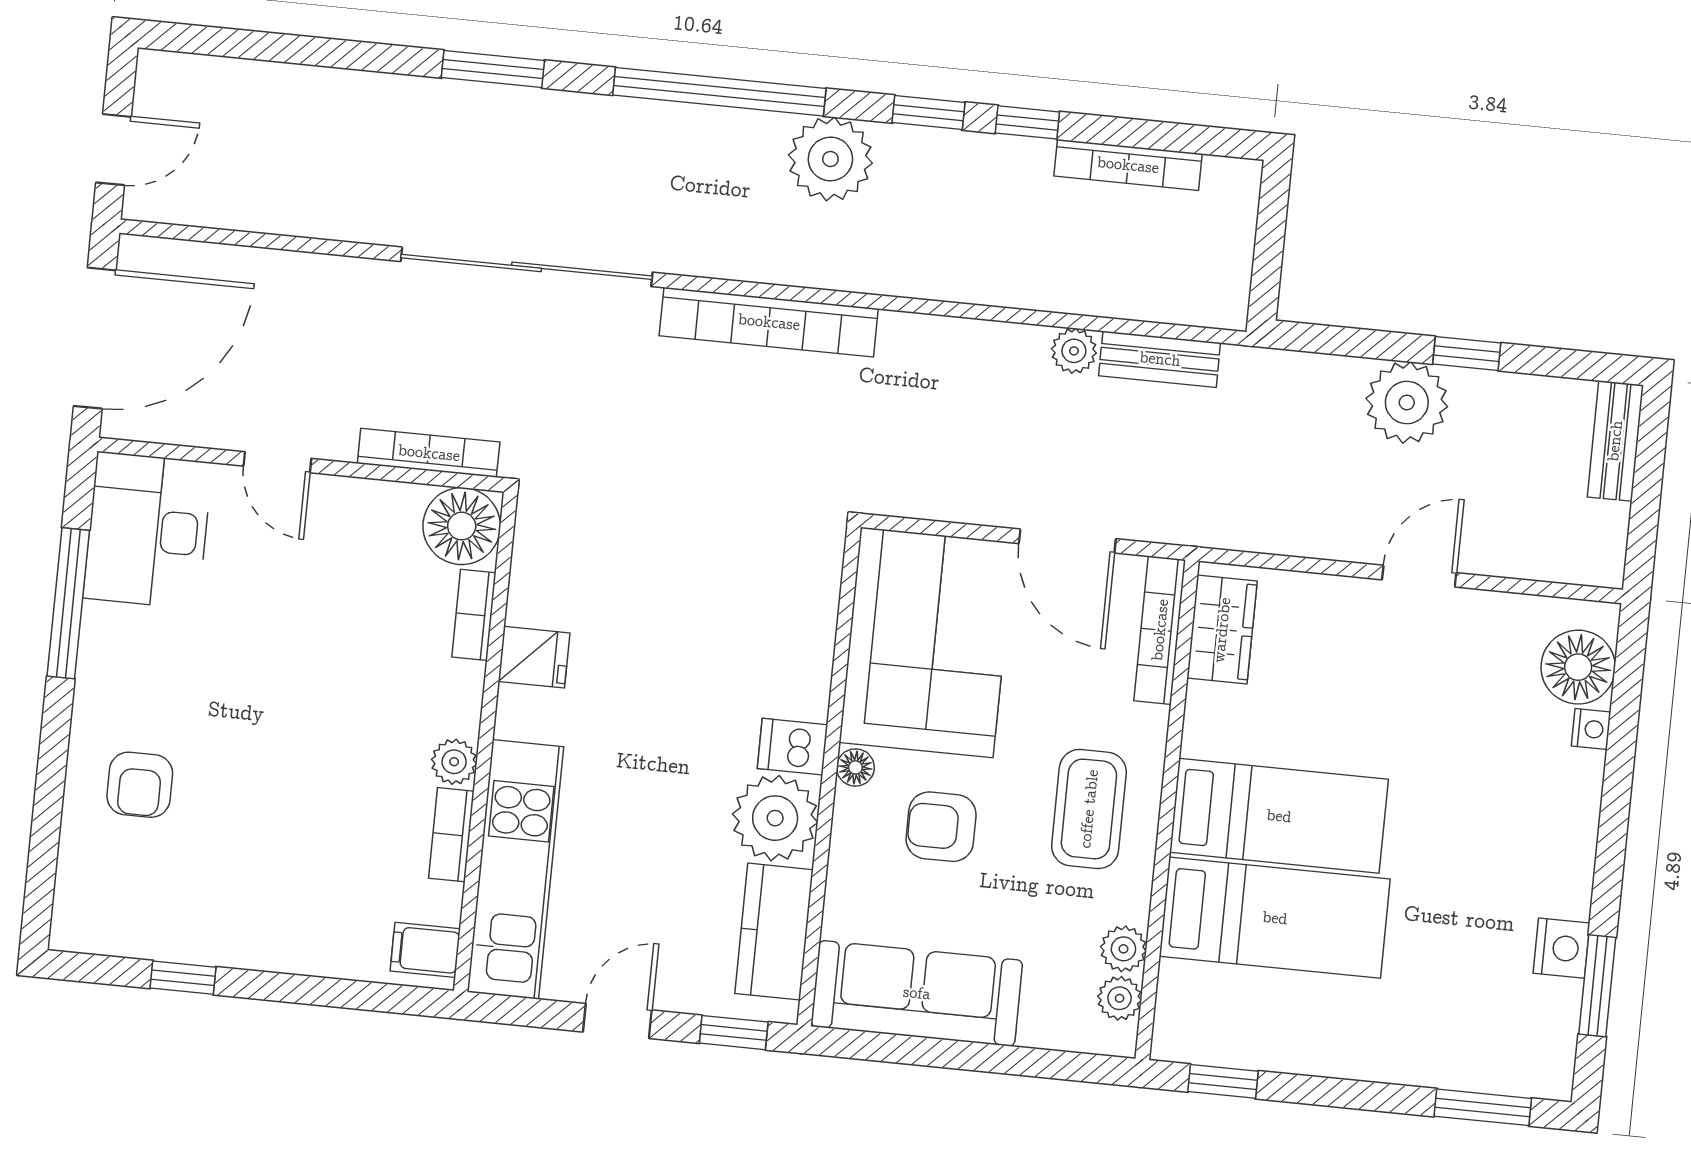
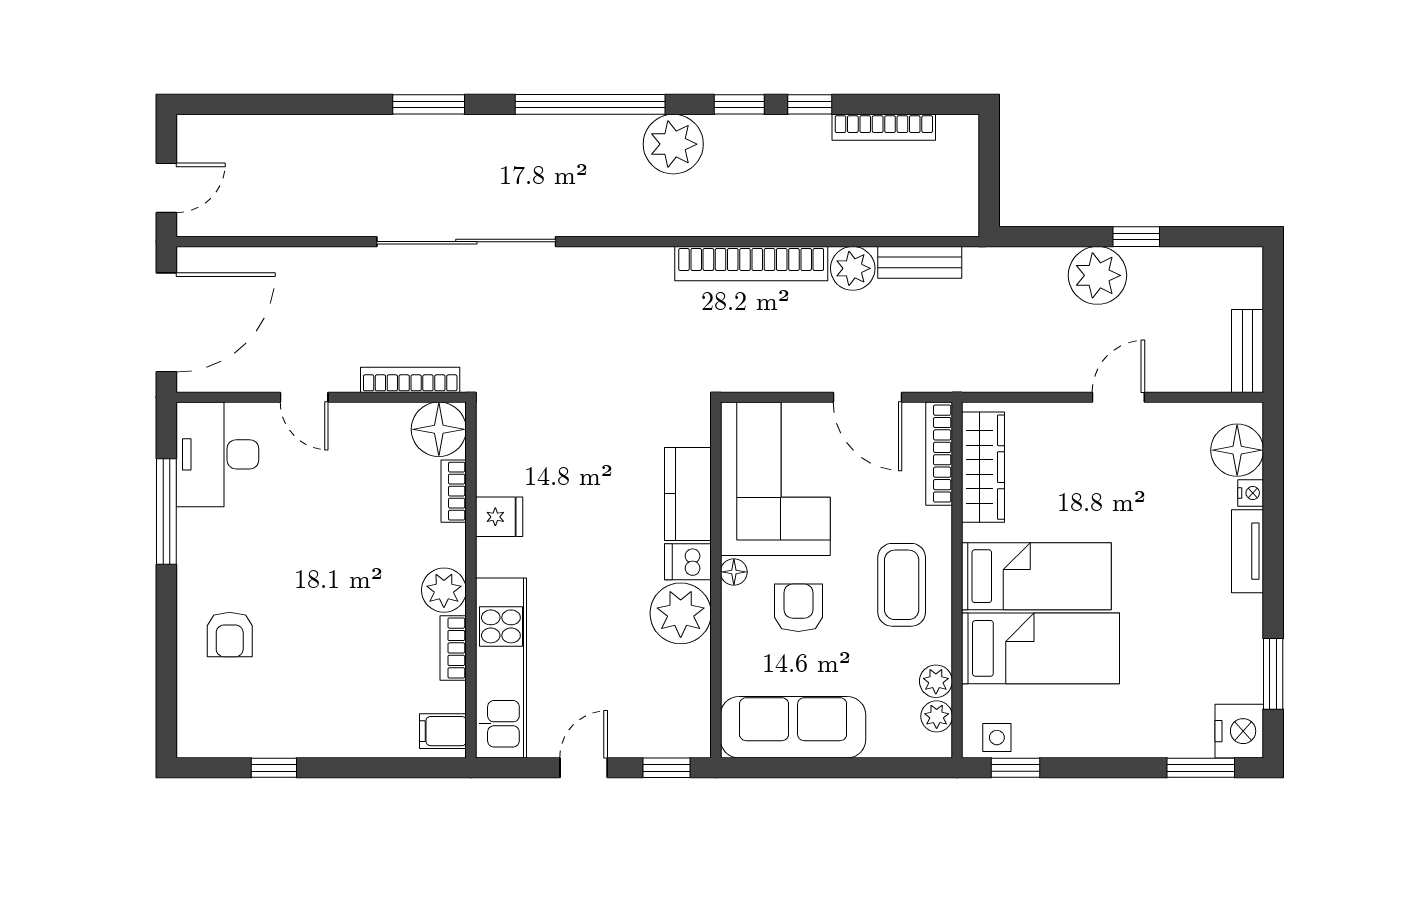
bookcase: (769, 322) -> (751, 264), moved
plant: (1074, 351) -> (853, 268), width x1.38, depth x1.38
bench: (1615, 441) -> (1247, 351), moved
wardrobe: (1222, 630) -> (983, 467), width x1.50
plant: (454, 762) -> (444, 590), width x1.38, depth x1.38
tv unit: (1579, 810) -> (1247, 551), added
armchair: (941, 827) -> (798, 608), turned 90
kitchen counter: (774, 932) -> (688, 494), moved
nightstand: (1561, 948) -> (1239, 731), moved, width x1.36, depth x1.33
side table: (1201, 1036) -> (997, 738), added

